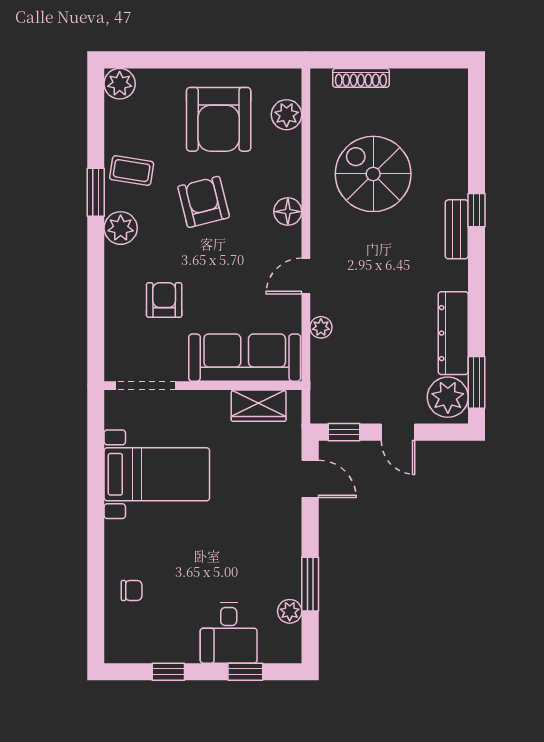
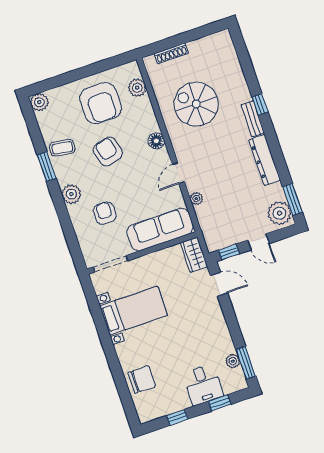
plant: (121, 228) -> (71, 194), moved
dresser: (453, 333) -> (265, 160), moved
wardrobe: (259, 406) -> (194, 255), moved, turned 90
window: (310, 584) -> (246, 363), moved
chair: (132, 590) -> (142, 379), width x1.87, depth x1.87

